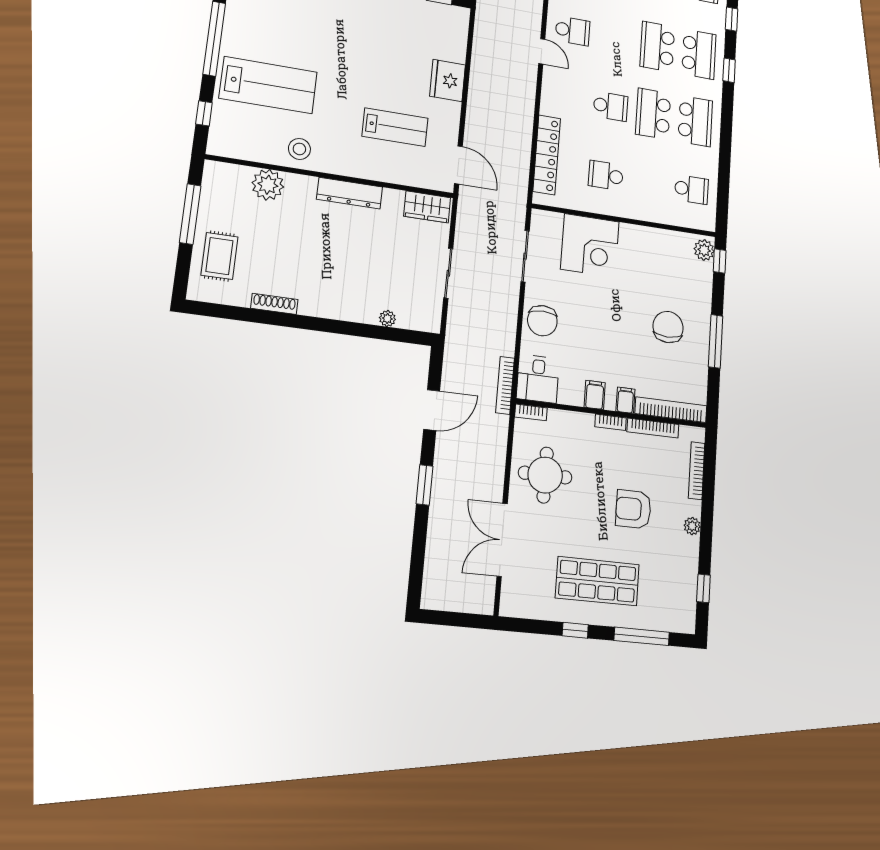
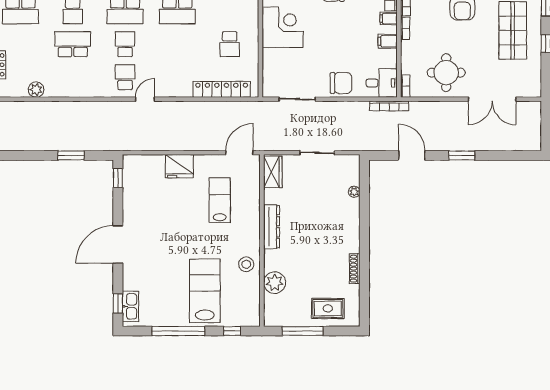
school desk: (611, 106) -> (125, 44), moved
corner desk: (590, 245) -> (283, 27), moved

